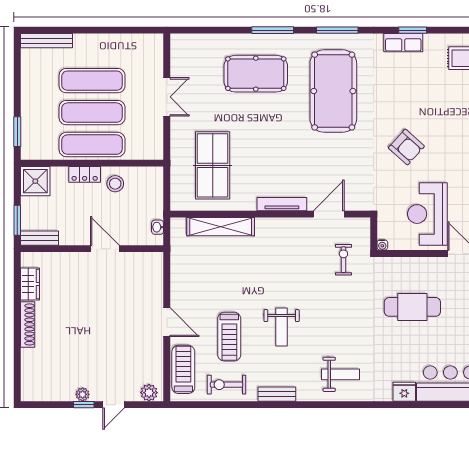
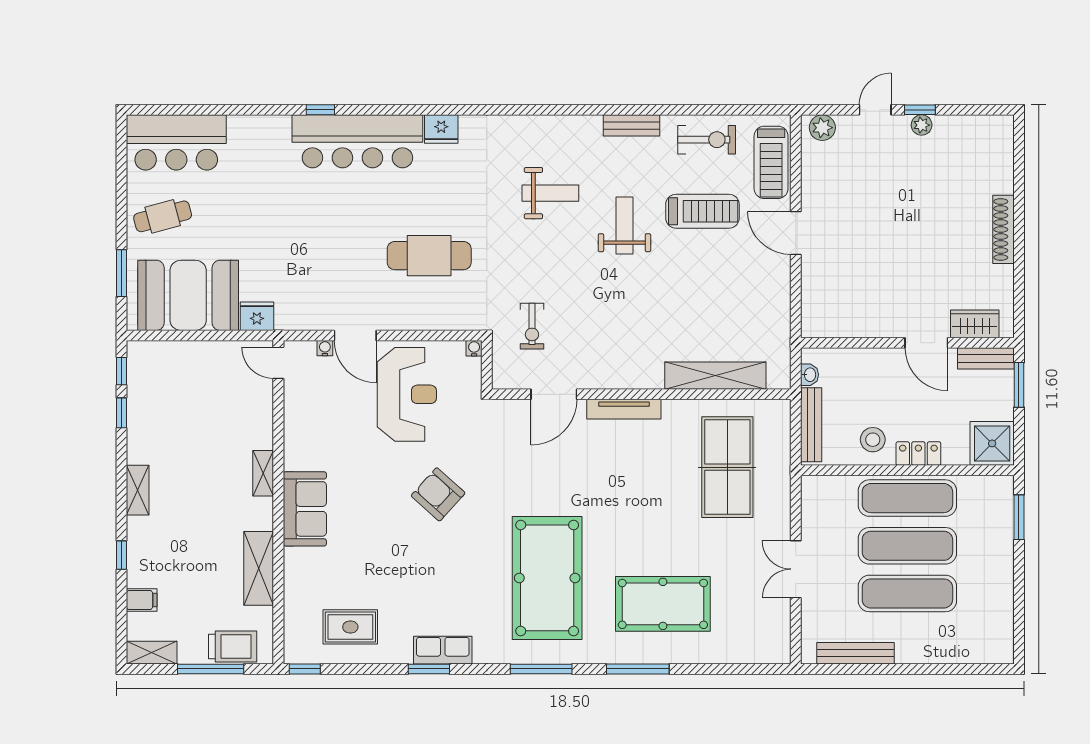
bench: (46, 41) -> (856, 653), moved
bench: (157, 194) -> (811, 425), added
door: (105, 249) -> (926, 343), moved
wardrobe: (30, 284) -> (975, 324), moved, turned 90
treadmill: (229, 337) -> (702, 211), turned 90
weight bench: (341, 374) -> (550, 193), moved, turned 180

